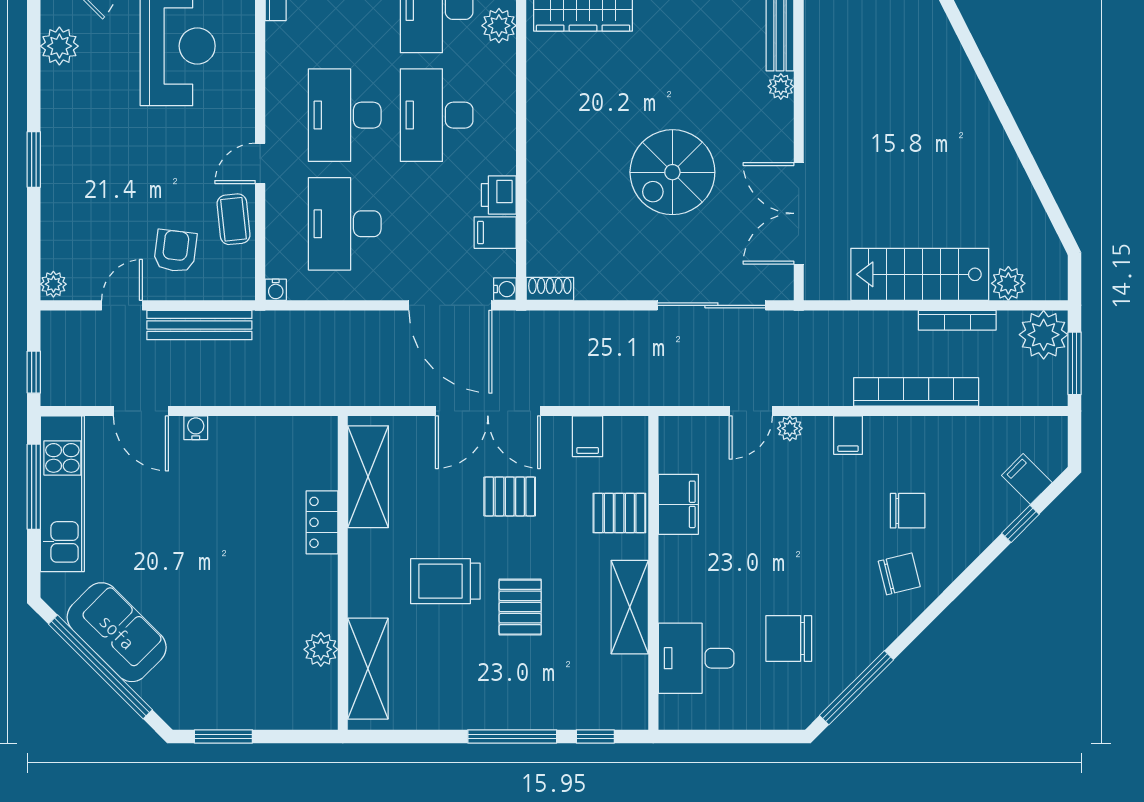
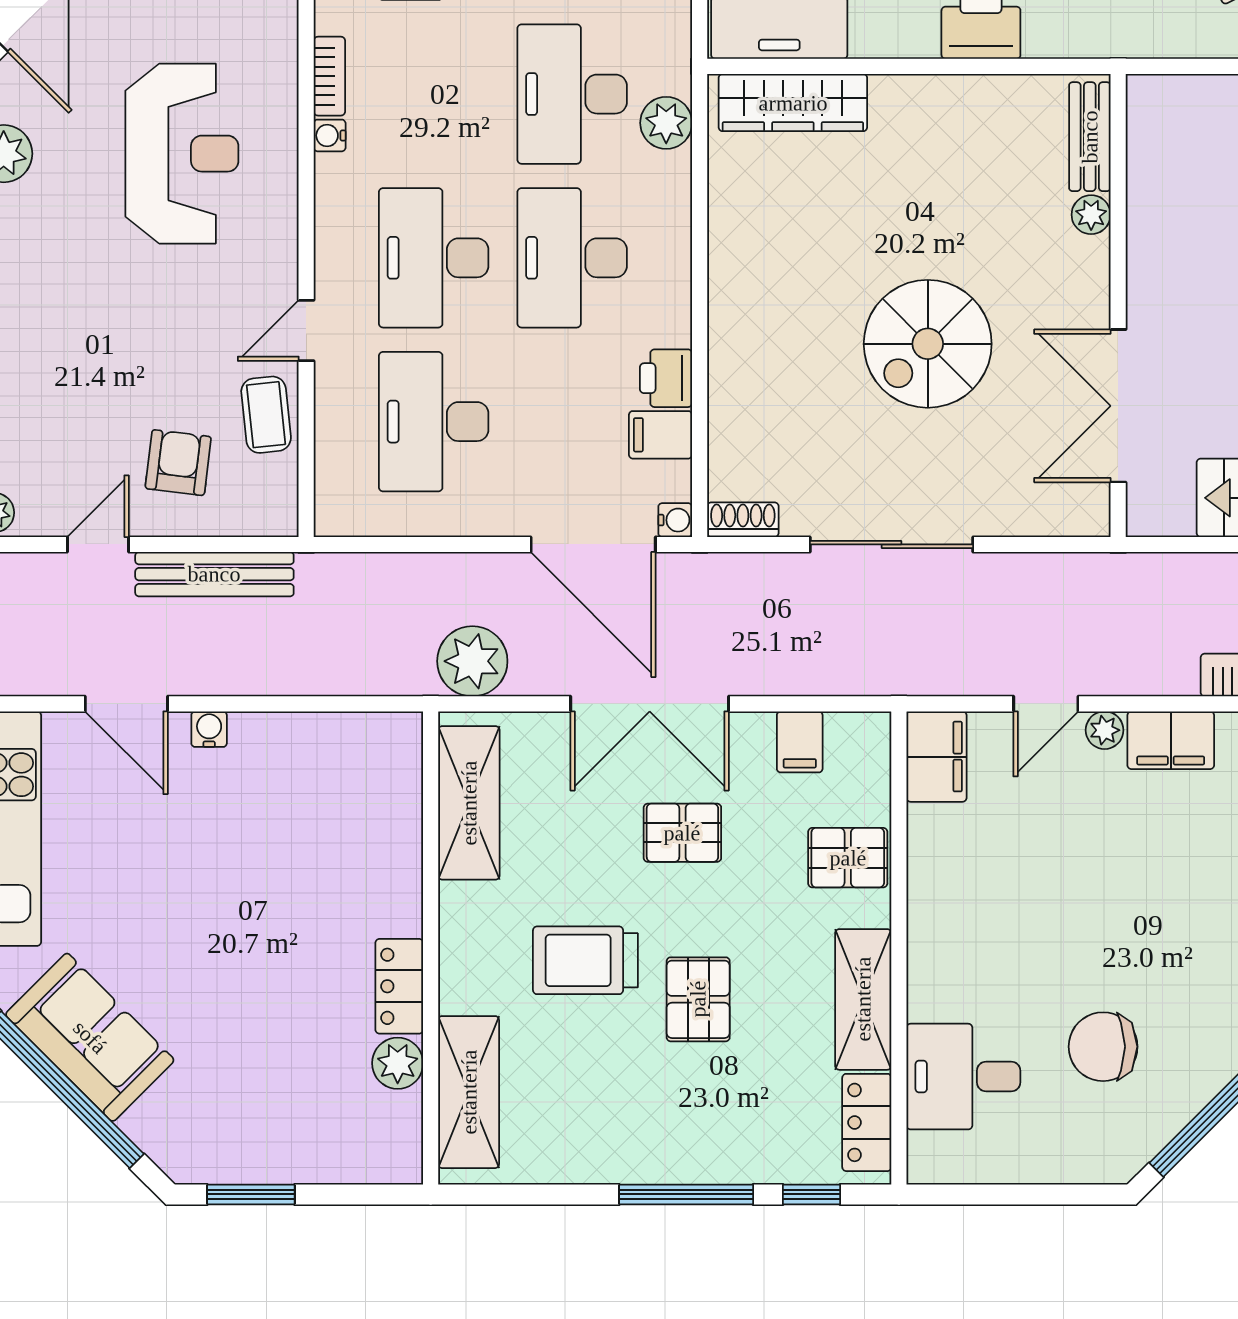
water cooler: (276, 290) -> (330, 135), moved, turned 90
sliding door: (711, 305) -> (891, 544), moved
plant: (370, 383) -> (472, 661), added
filing cabinet: (848, 435) -> (1171, 740), width x2.00
filing cabinet: (678, 504) -> (937, 757), moved
locker: (322, 522) -> (399, 986), moved
locker: (632, 689) -> (867, 1122), added

